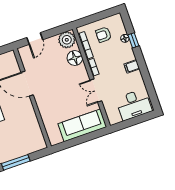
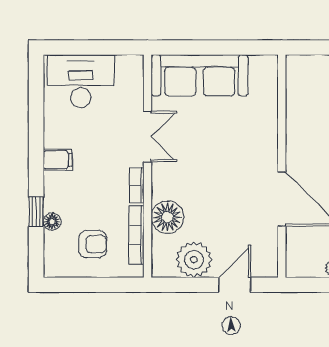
plant: (67, 40) -> (194, 260), moved

